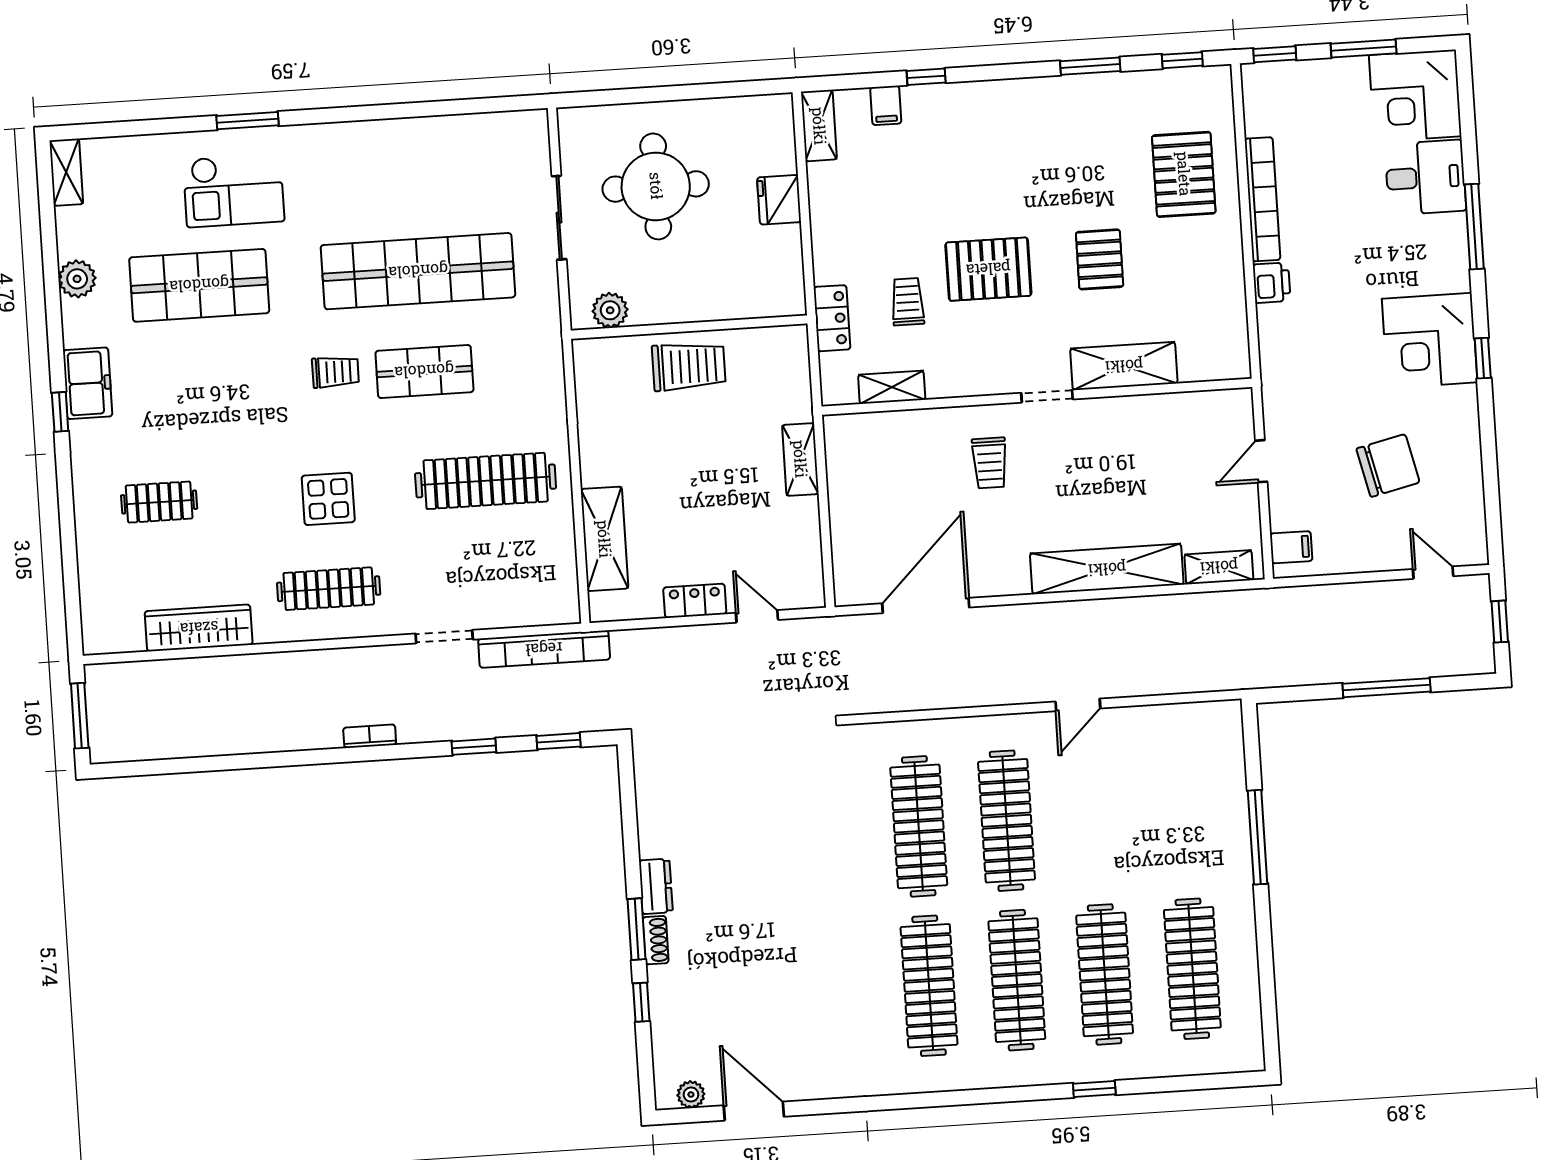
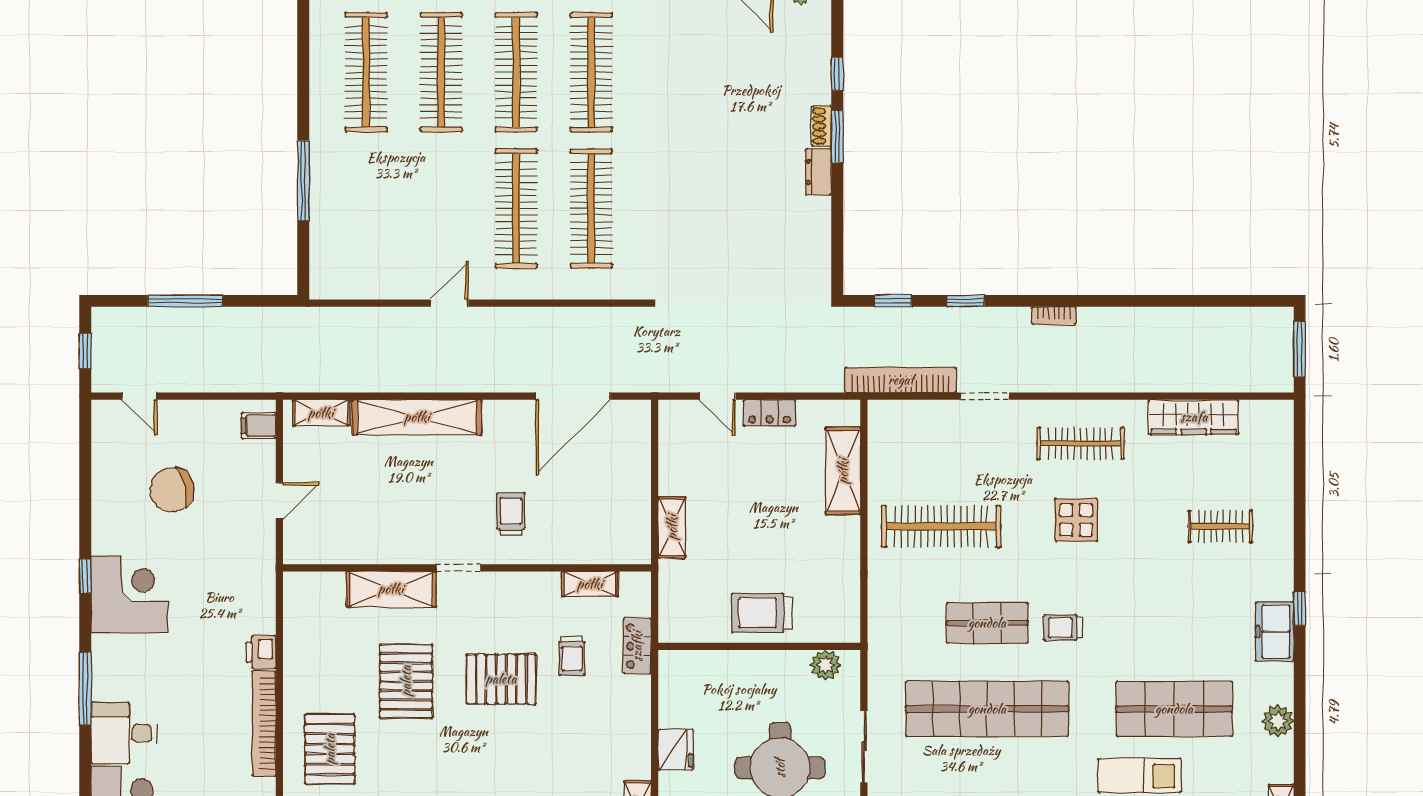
pallet: (1100, 259) -> (406, 681), width x1.50, depth x1.42

